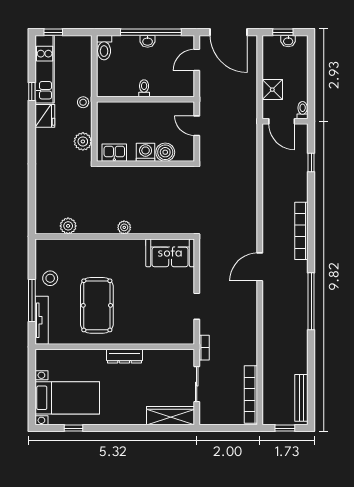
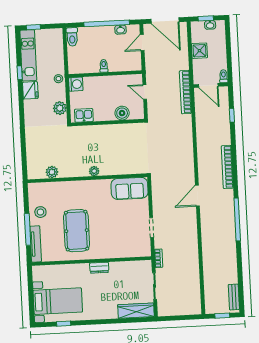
washbasin: (148, 41) -> (121, 30), moved
shower: (272, 90) -> (199, 51), moved
washing machine: (146, 152) -> (76, 84), moved, turned 90
dresser: (124, 356) -> (99, 268), width x0.70
bookcase: (251, 395) -> (185, 92), moved
bench: (301, 398) -> (234, 297), width x0.73

